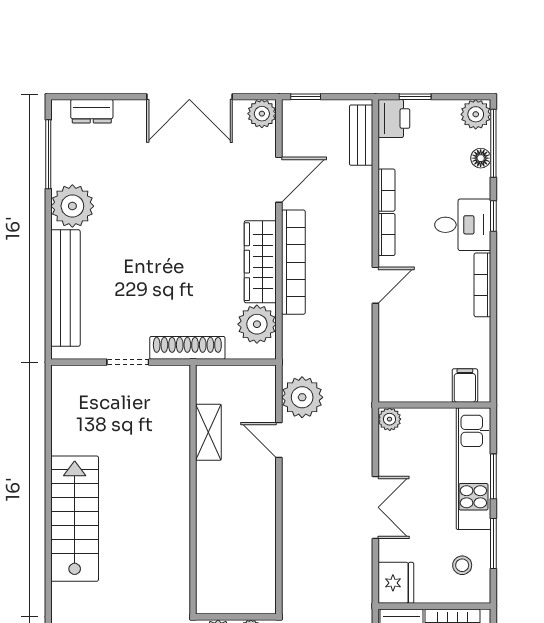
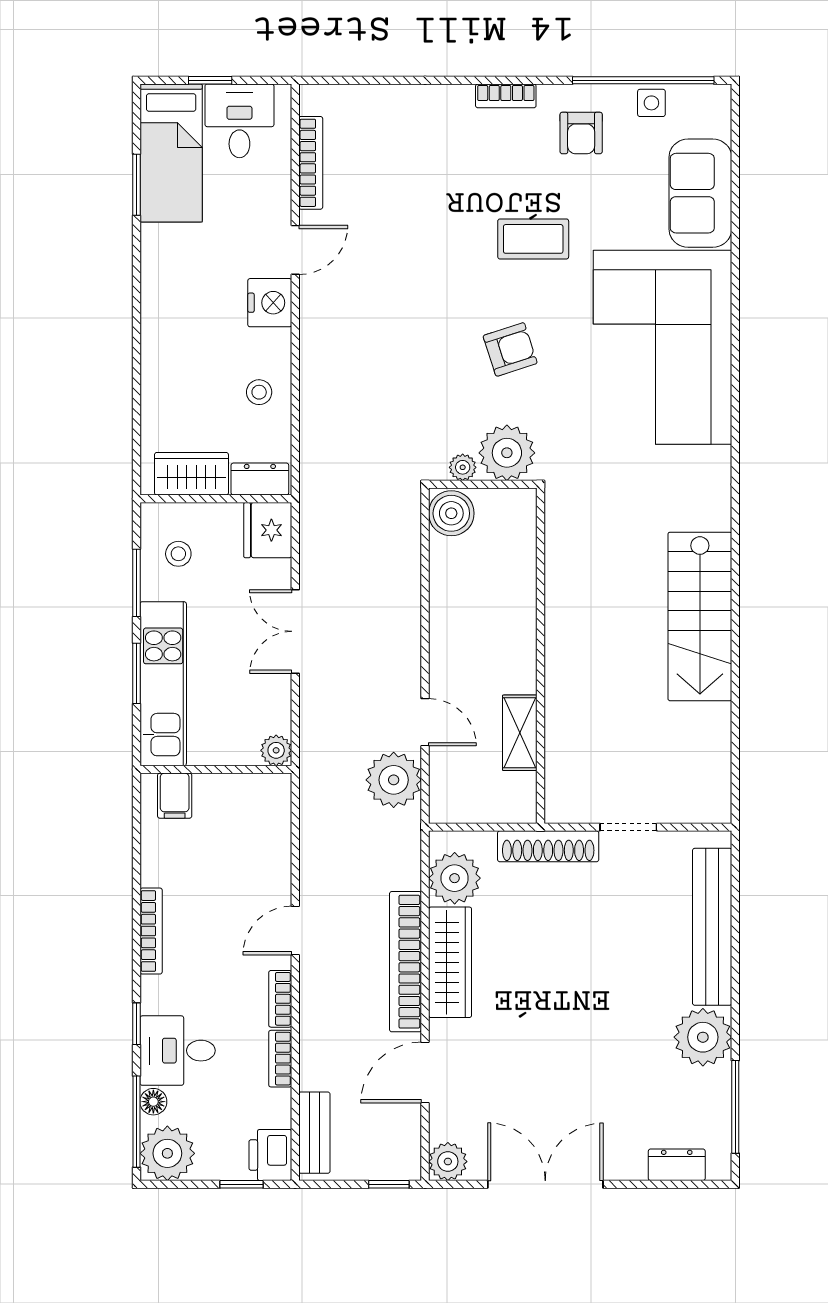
plant: (476, 114) -> (167, 1153), width x1.36, depth x1.36
desk: (463, 225) -> (178, 1051), moved
boiler: (259, 595) -> (451, 513), added

